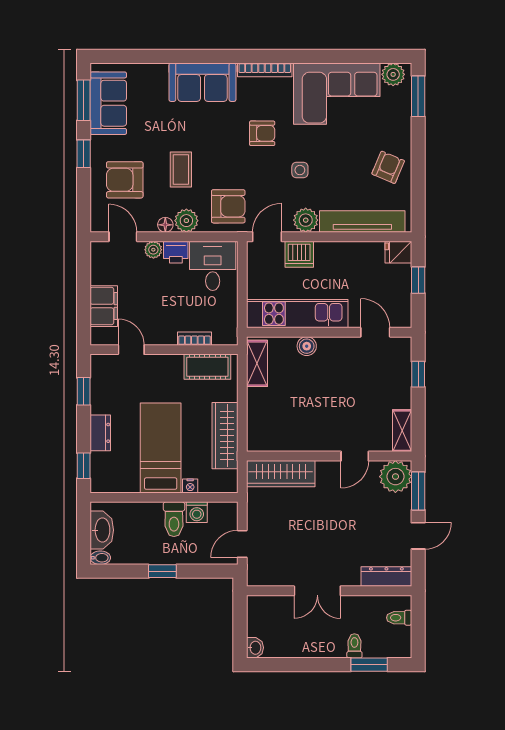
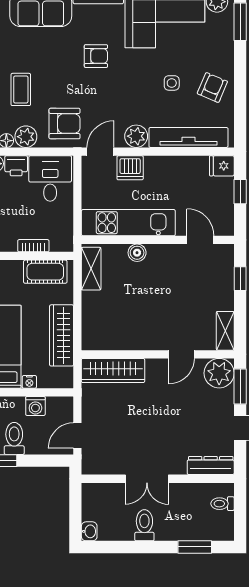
side table: (300, 170) -> (172, 83), moved
toilet: (174, 519) -> (14, 438), moved, turned 180
toilet: (354, 646) -> (144, 525), moved, width x1.37, depth x1.39

